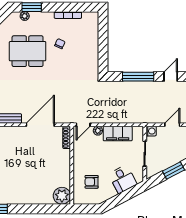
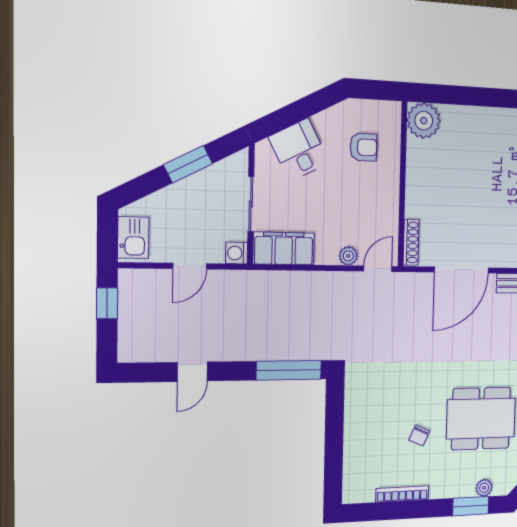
window: (138, 77) -> (289, 370), moved
filing cabinet: (118, 134) -> (284, 248), moved

